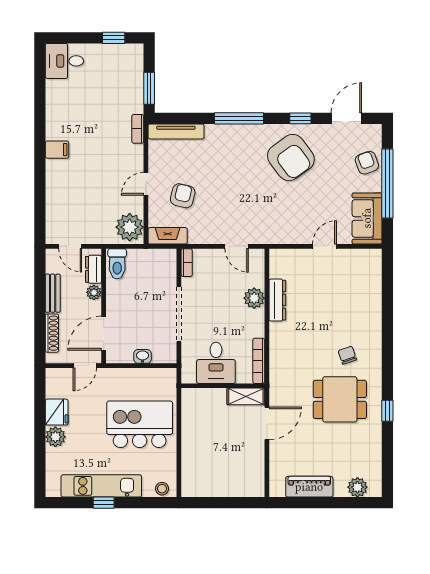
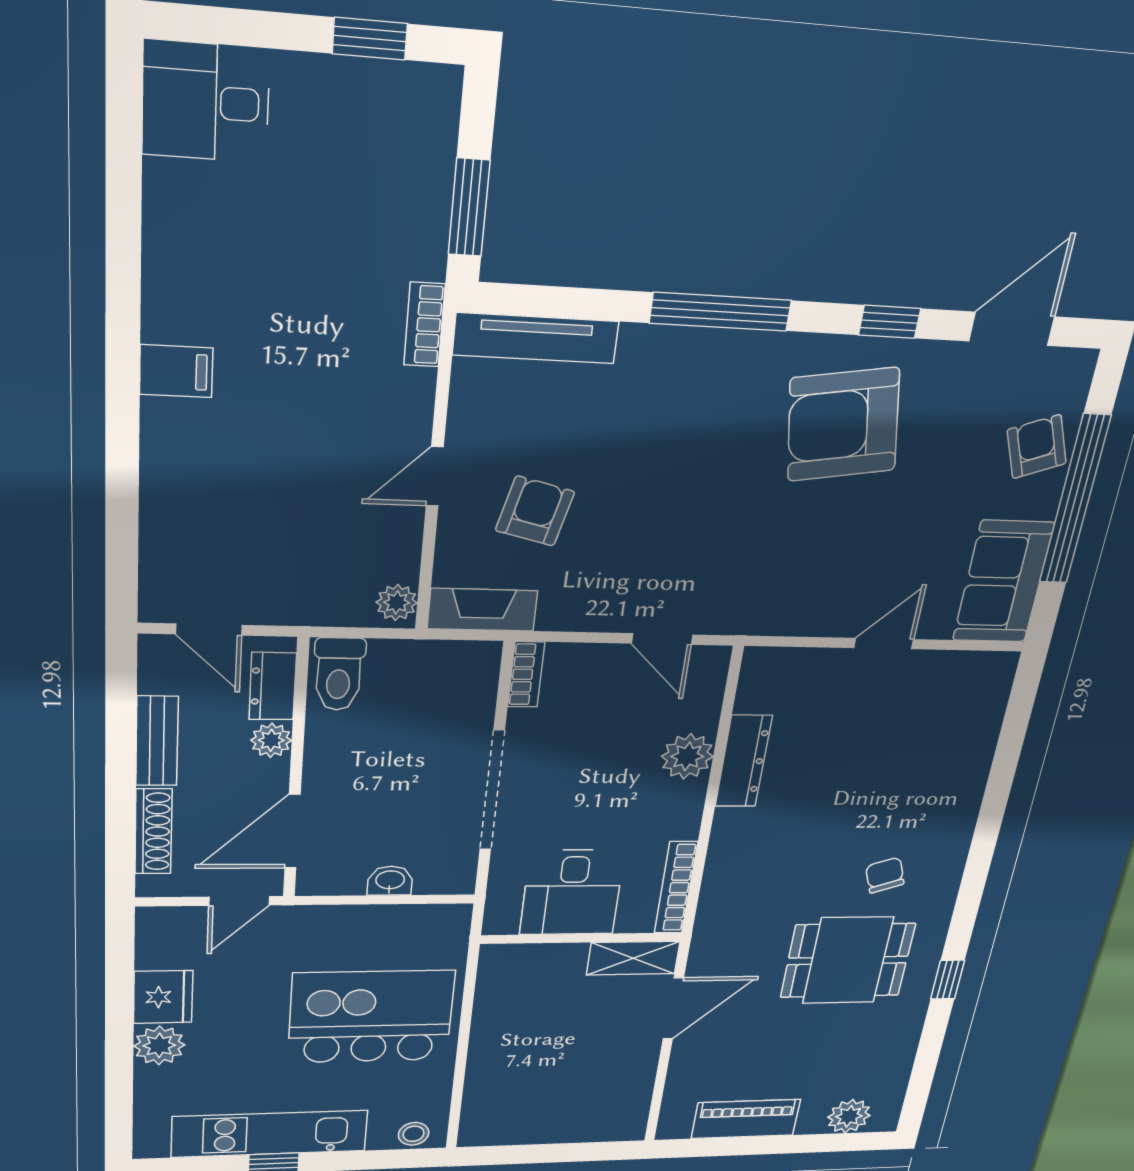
armchair: (291, 158) -> (843, 425), turned 117
plant: (130, 227) -> (397, 603), width x0.53, depth x0.53

